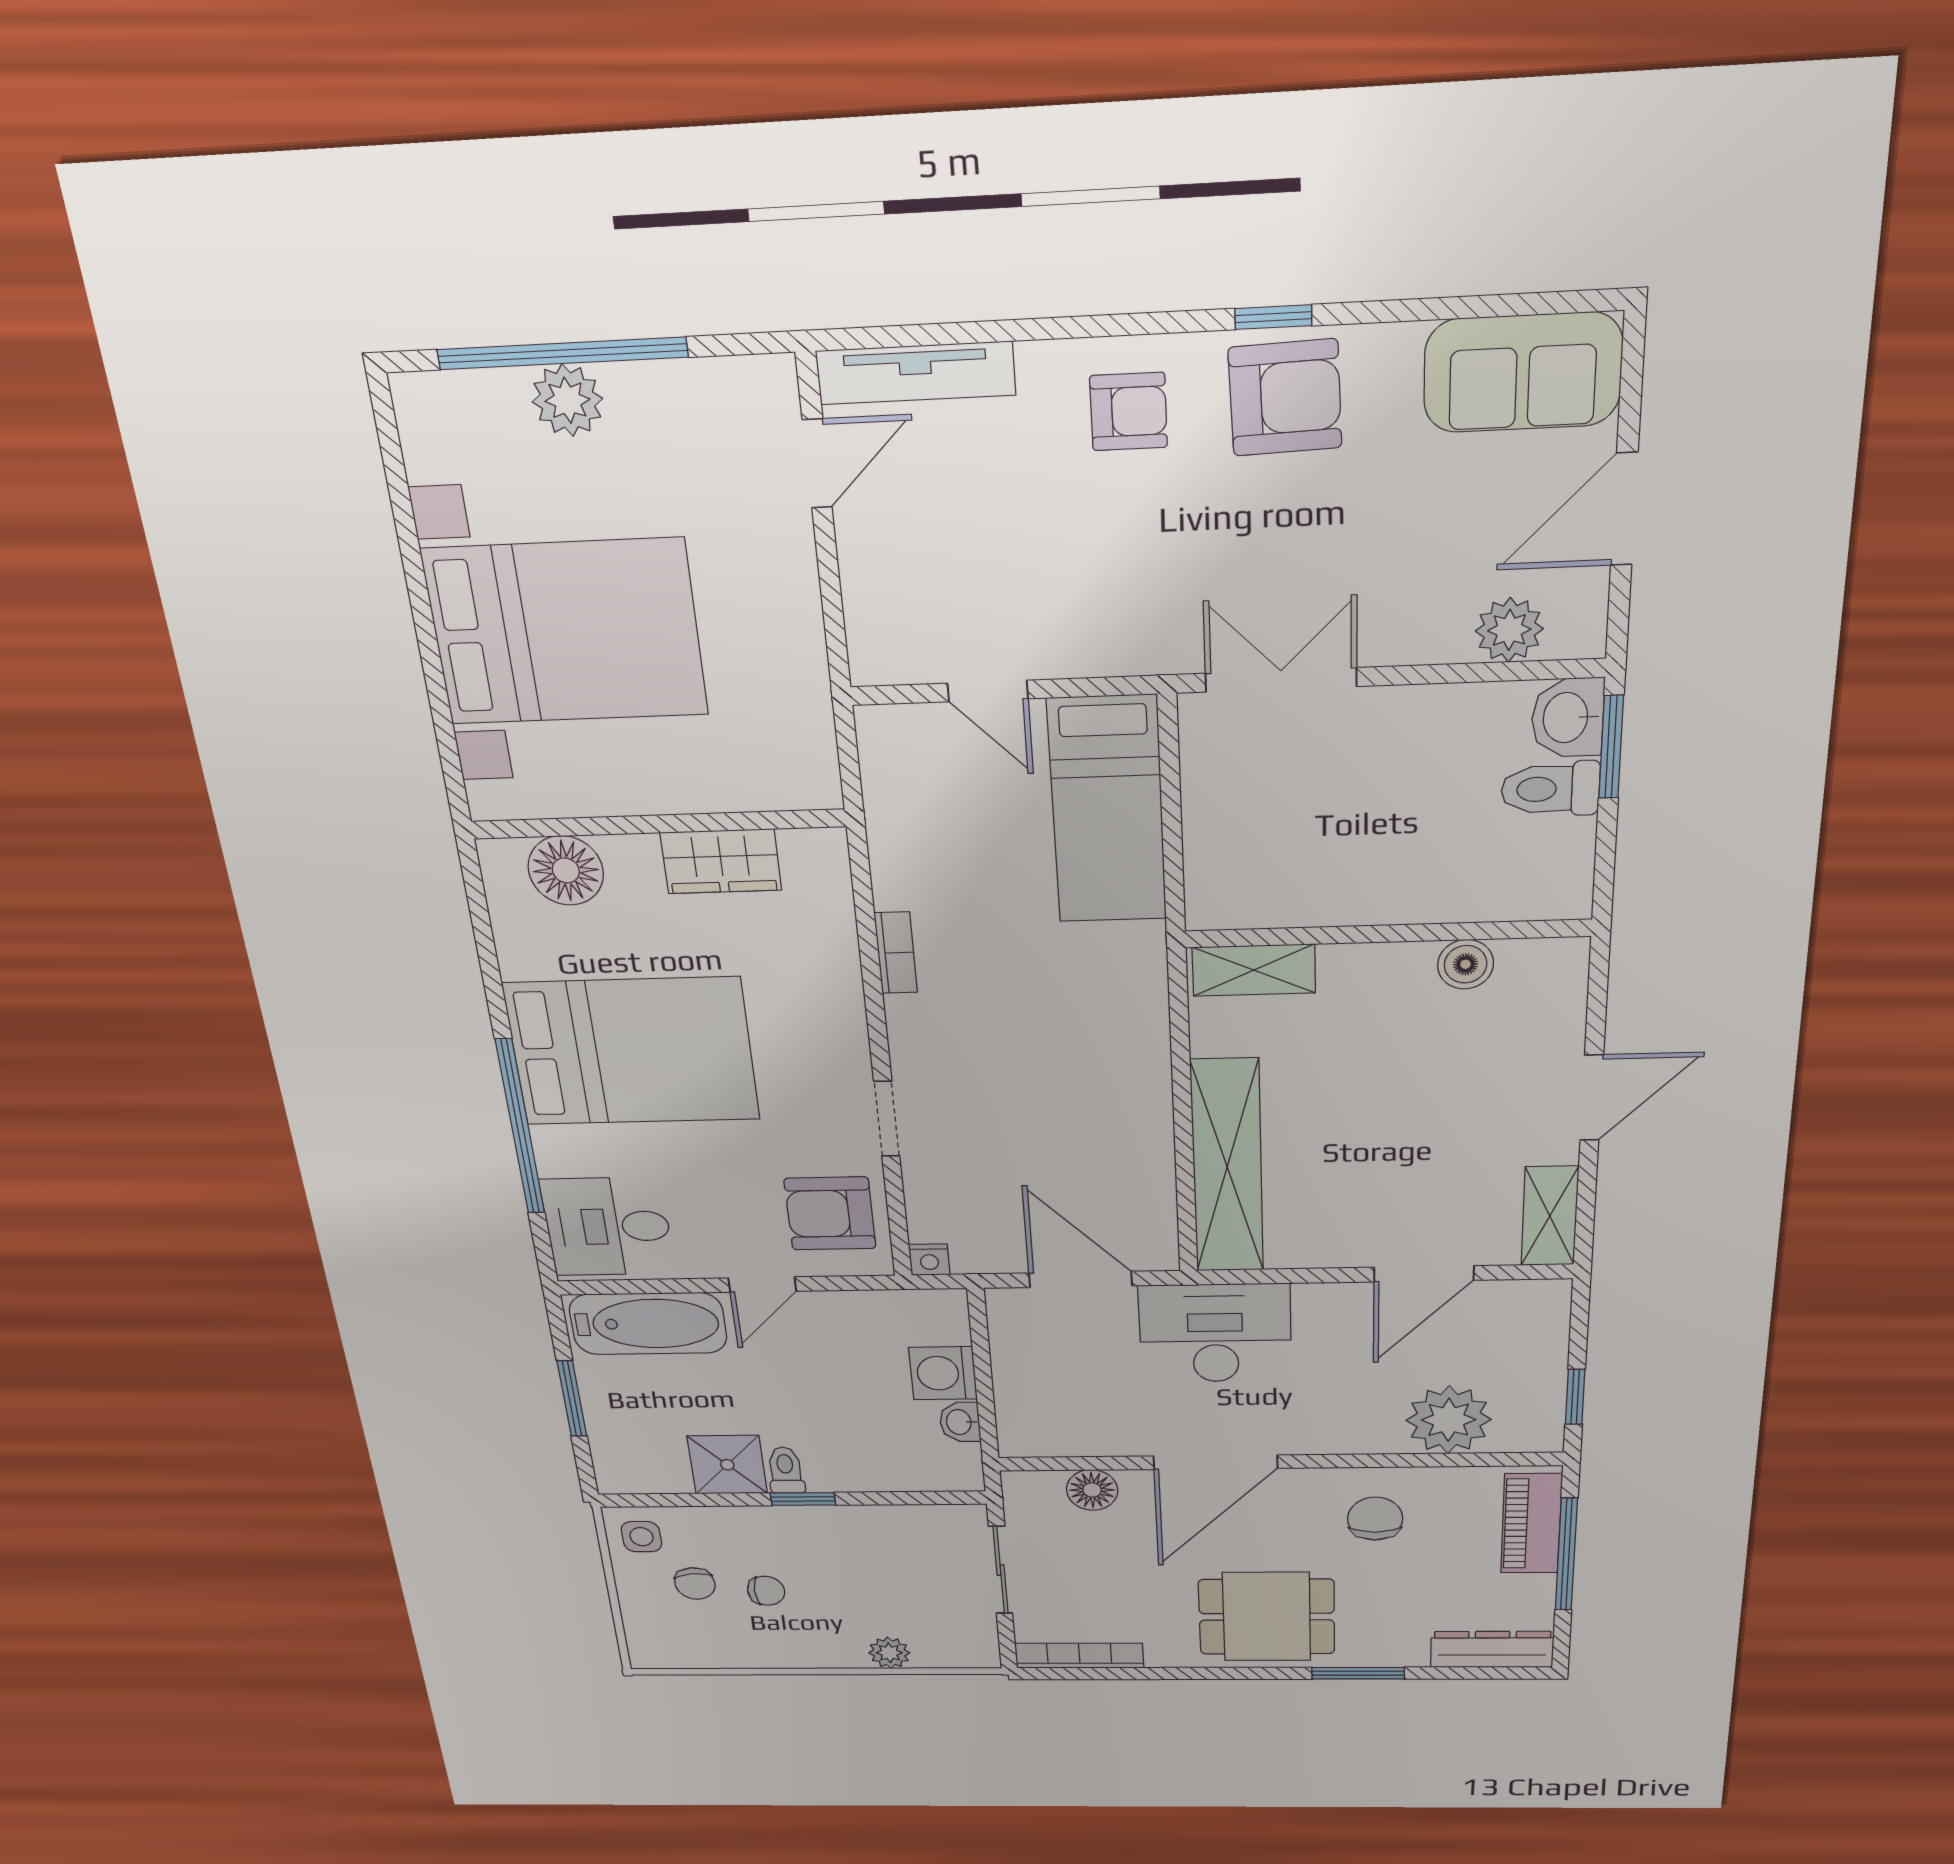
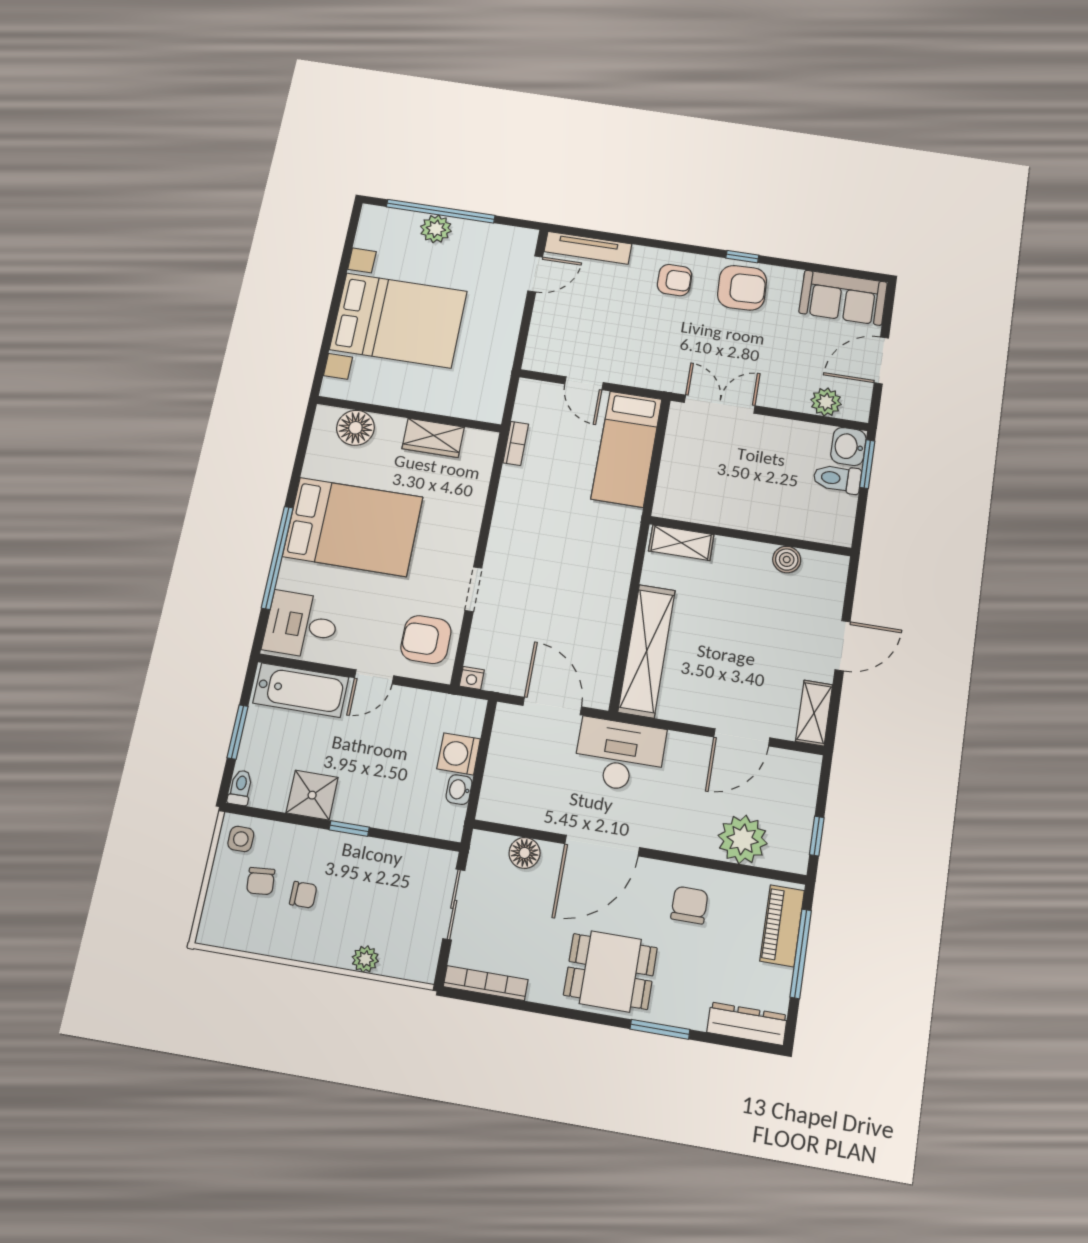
bookcase: (896, 953) -> (516, 443), moved
toilet: (786, 1470) -> (240, 788), moved

